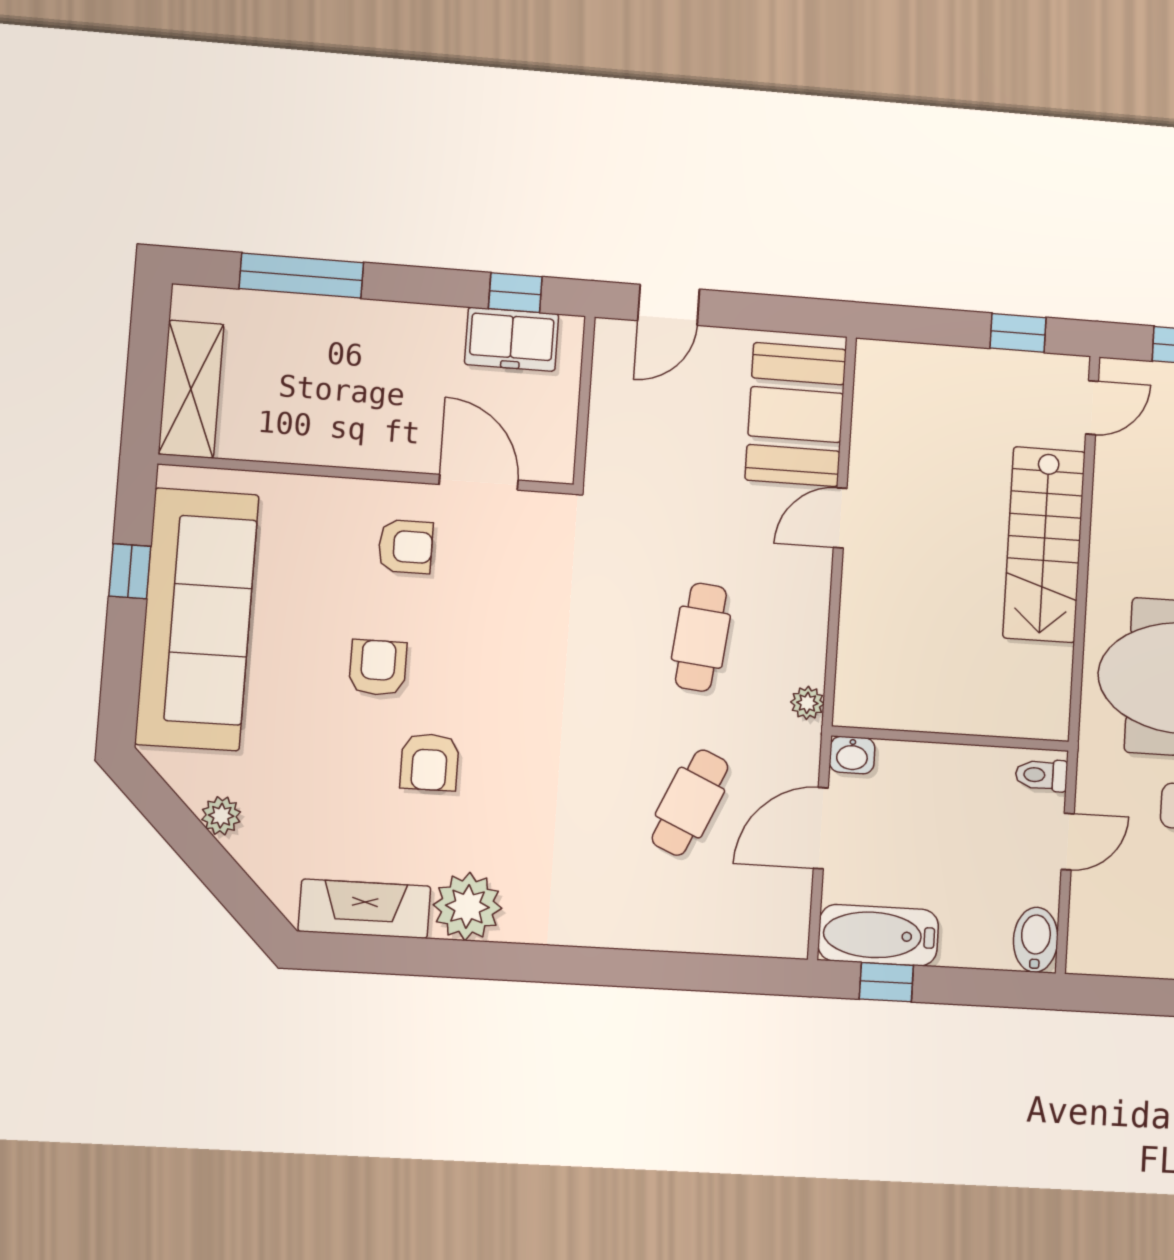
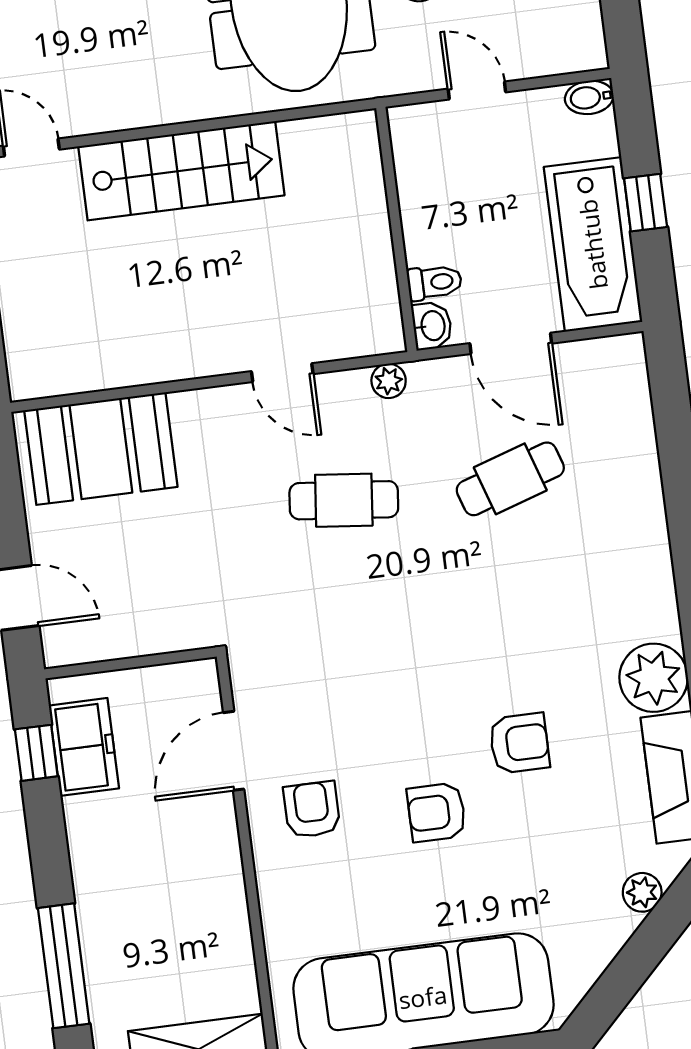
door: (840, 518) -> (282, 373), moved
toilet: (1041, 775) -> (435, 282), moved, turned -90
cafe table: (690, 803) -> (510, 479), turned -42
plant: (221, 816) -> (642, 892), moved
bathtub: (878, 935) -> (593, 244), width x1.36, depth x1.36
bidet: (1036, 940) -> (589, 97), width x0.72, depth x0.74
window: (886, 982) -> (646, 203), moved

